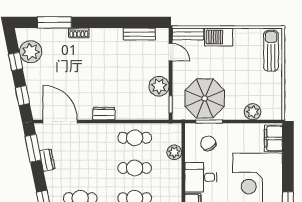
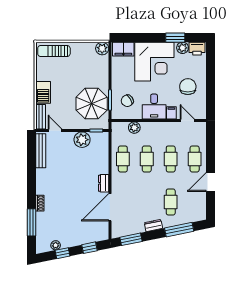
bench: (139, 34) -> (41, 151), width x1.36
plant: (31, 52) -> (56, 245), width x0.53, depth x0.53
door: (171, 52) -> (55, 130), hinge flipped
plant: (253, 112) -> (102, 49), moved
door: (60, 122) -> (110, 207), moved
dresser: (47, 160) -> (153, 225), moved

